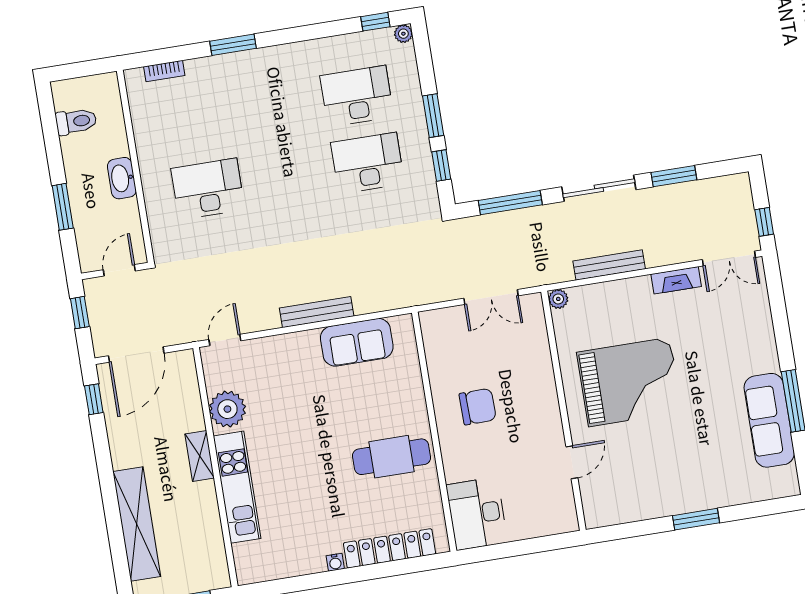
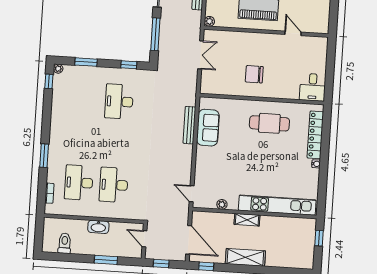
desk: (357, 96) -> (79, 183), moved
window: (433, 116) -> (86, 62), moved
bench: (317, 312) -> (189, 125), moved
chair: (478, 407) -> (254, 74), turned -89
plant: (227, 409) -> (222, 204), width x0.53, depth x0.53
cafe table: (391, 457) -> (269, 123), turned 90
kitchen unit: (237, 487) -> (277, 205), width x1.36
desk: (477, 514) -> (313, 87), width x0.73
shelving: (137, 524) -> (245, 257), moved, width x0.68

